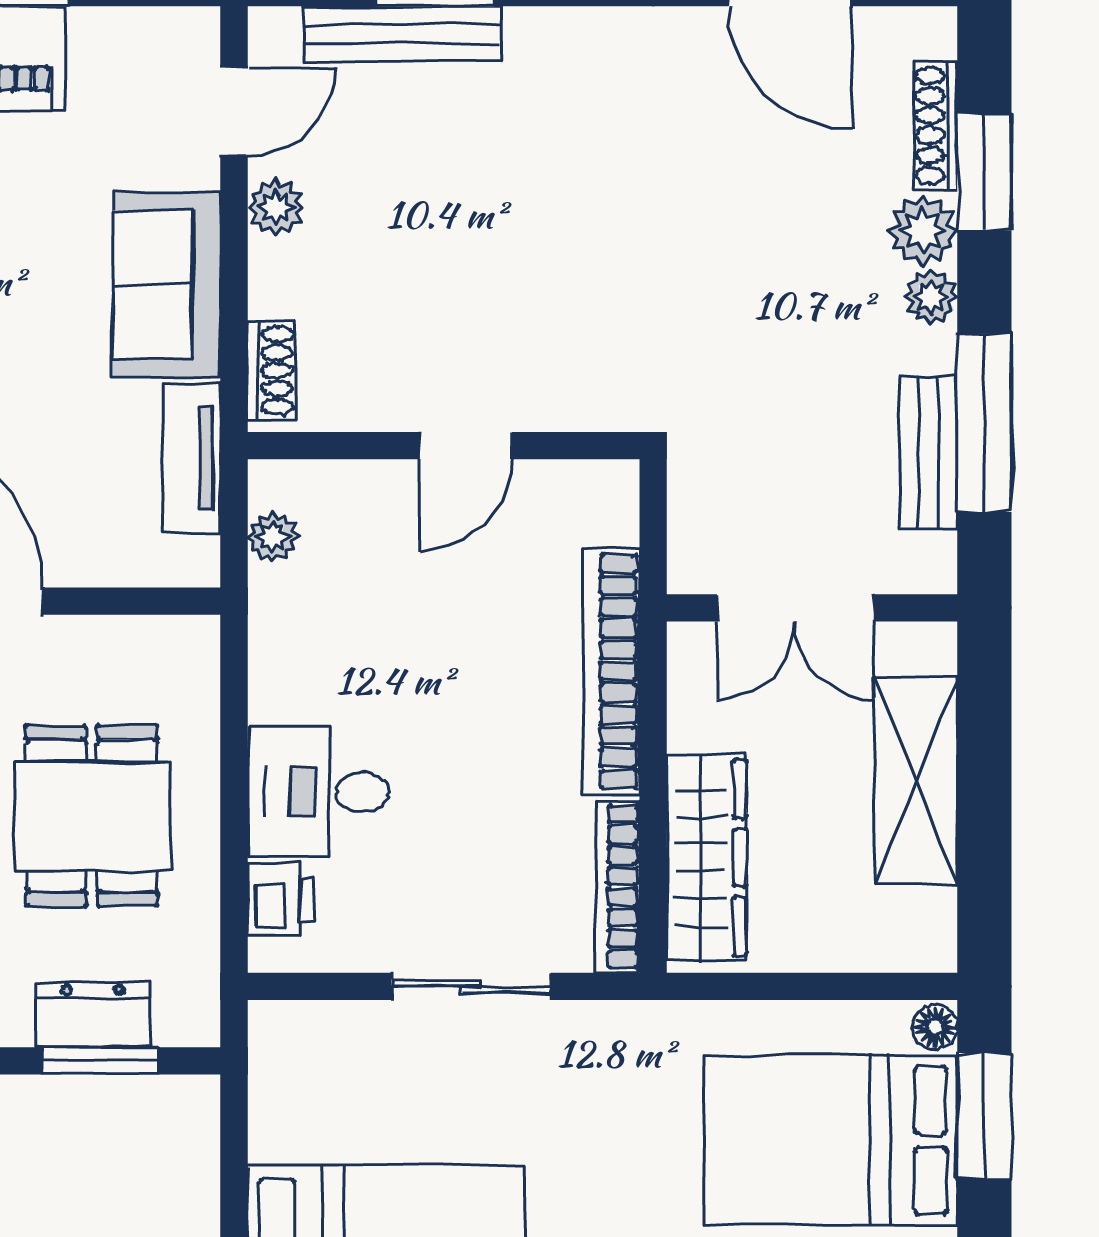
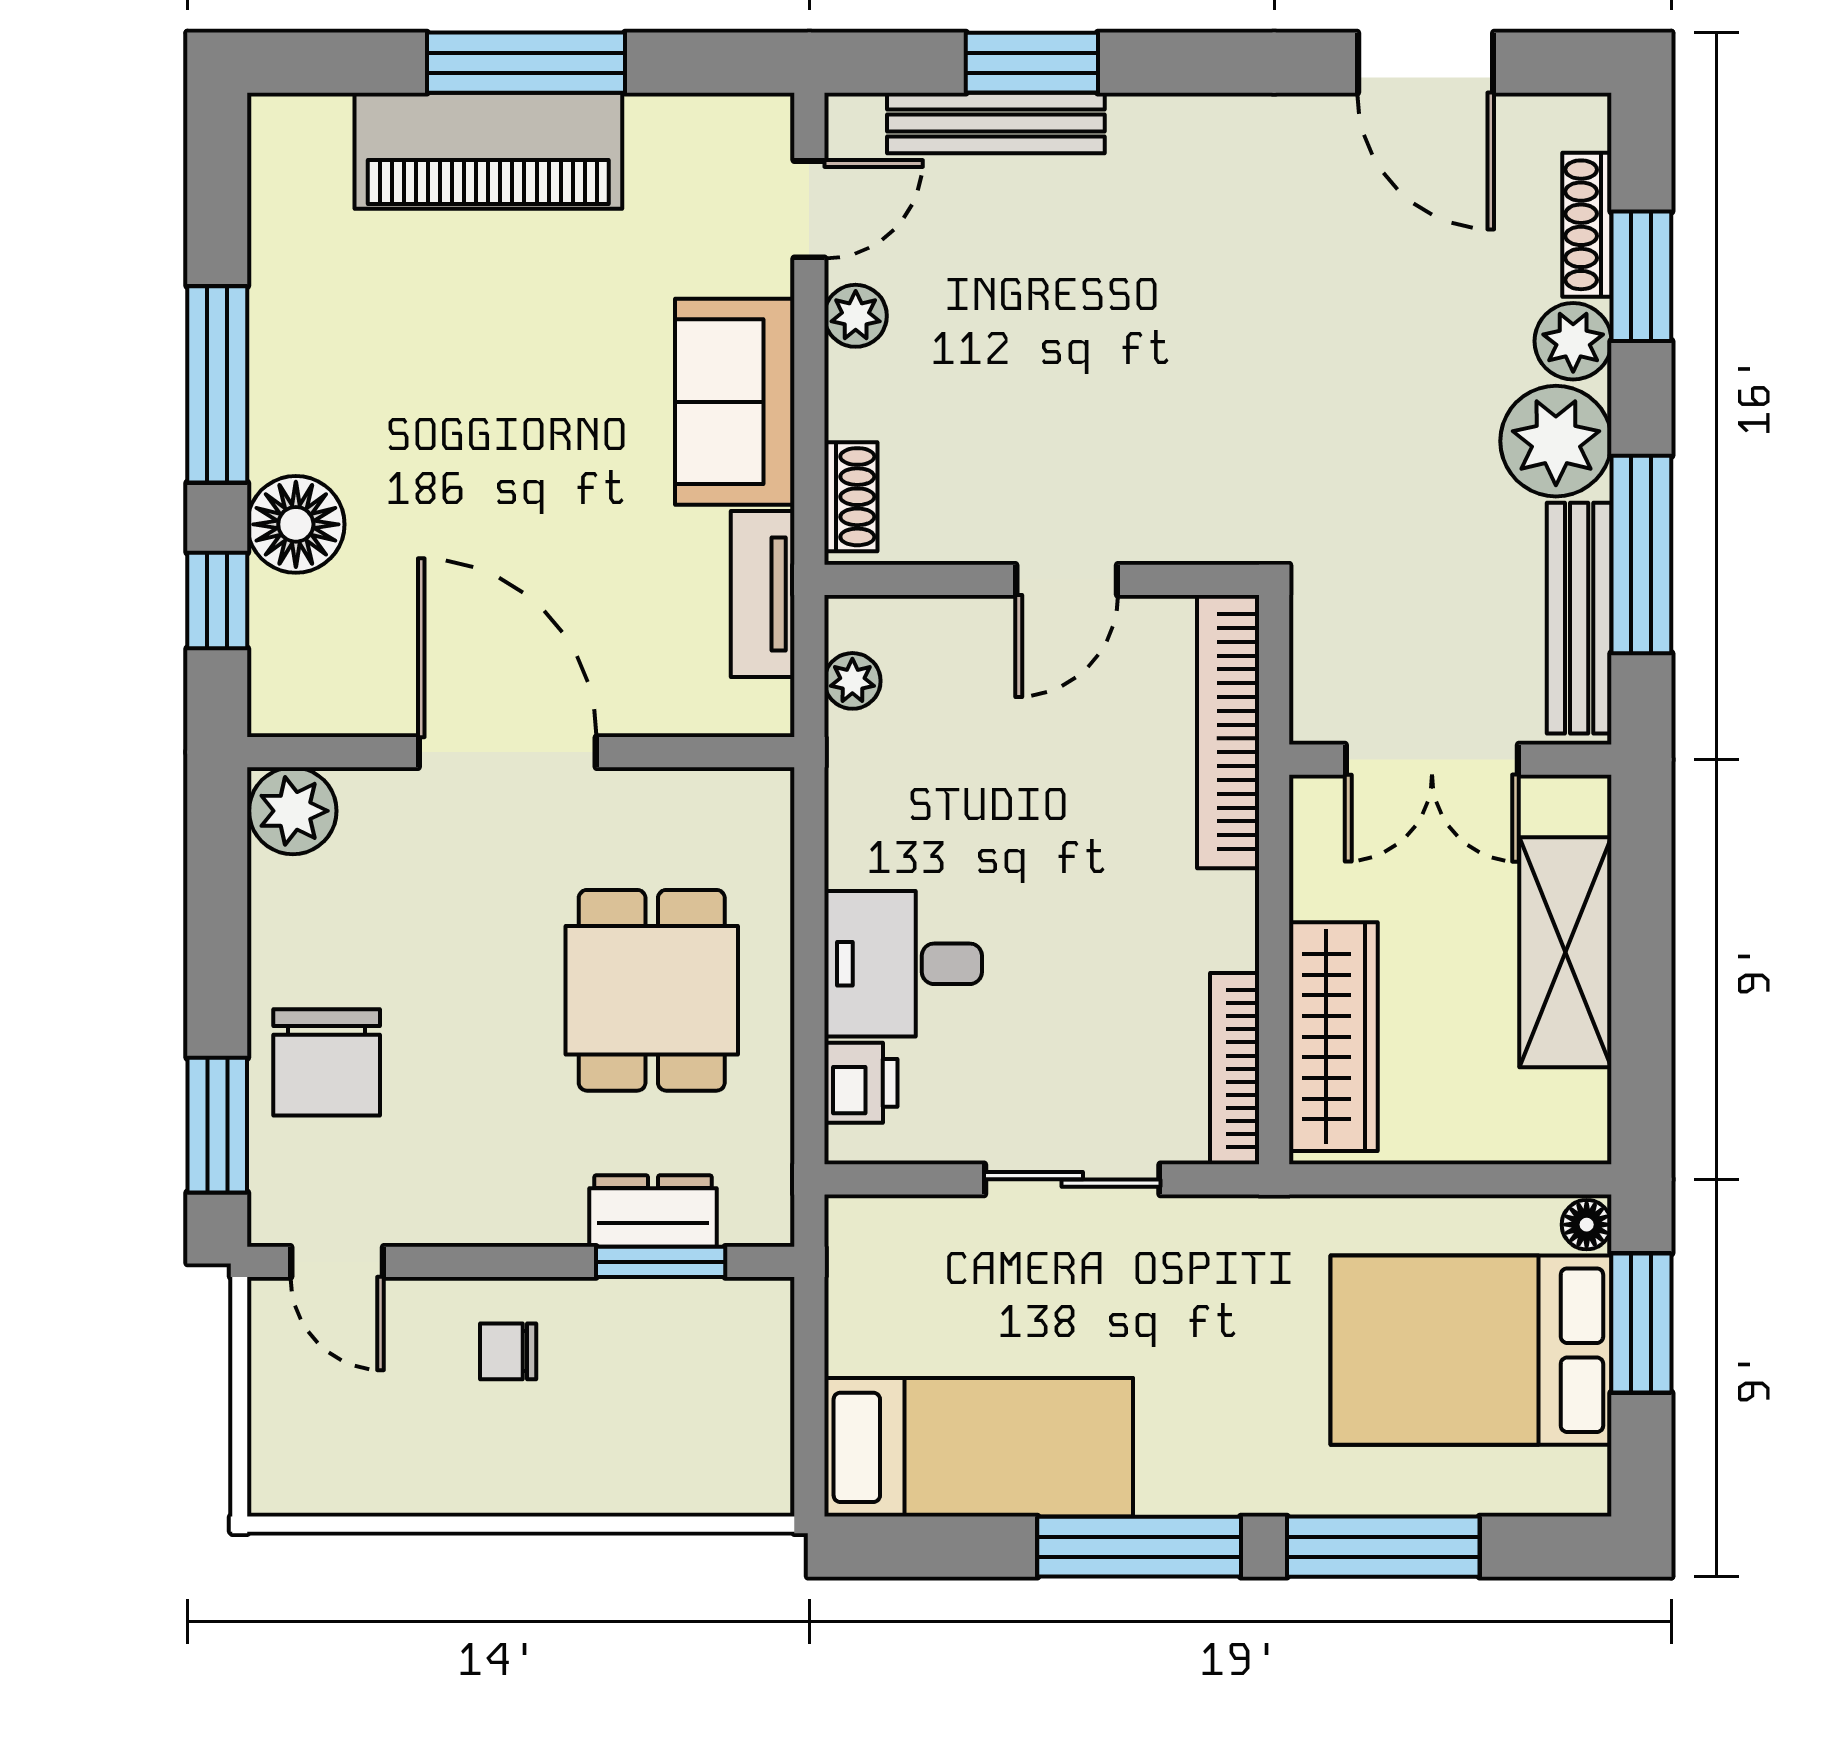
plant: (931, 297) -> (1556, 441), width x1.87, depth x1.87
bench: (928, 452) -> (1579, 618), width x1.36
bookcase: (612, 671) -> (1228, 732), moved

